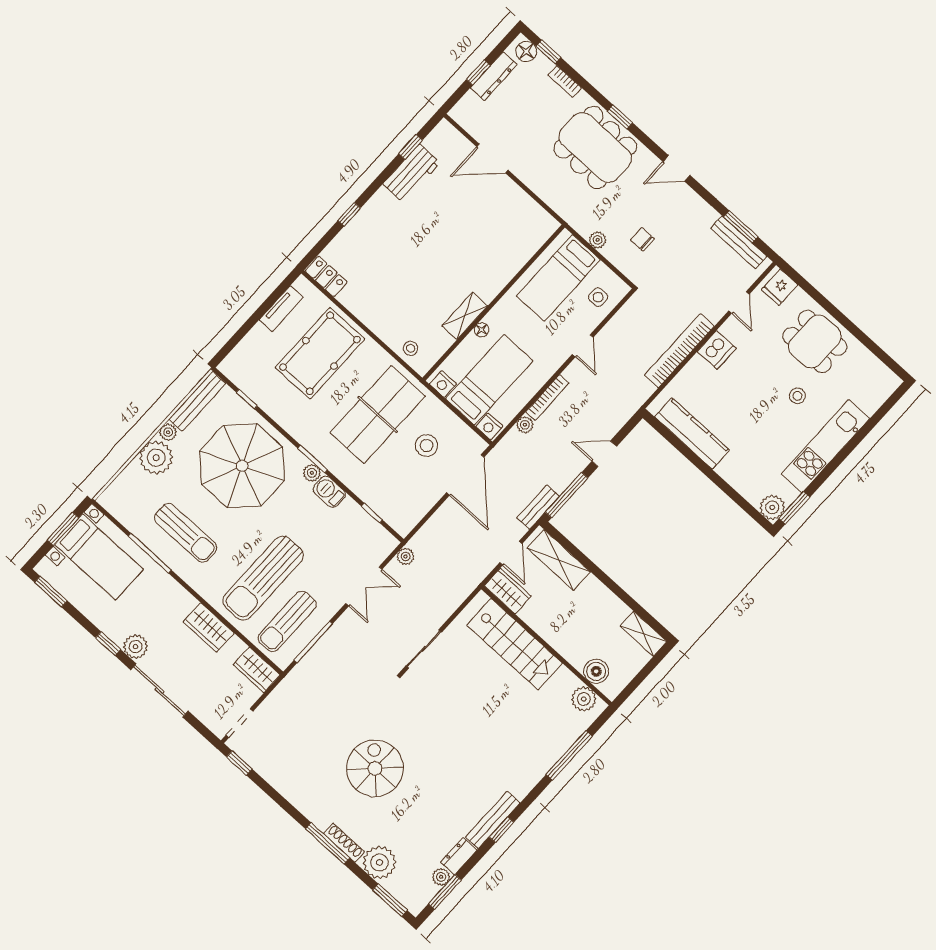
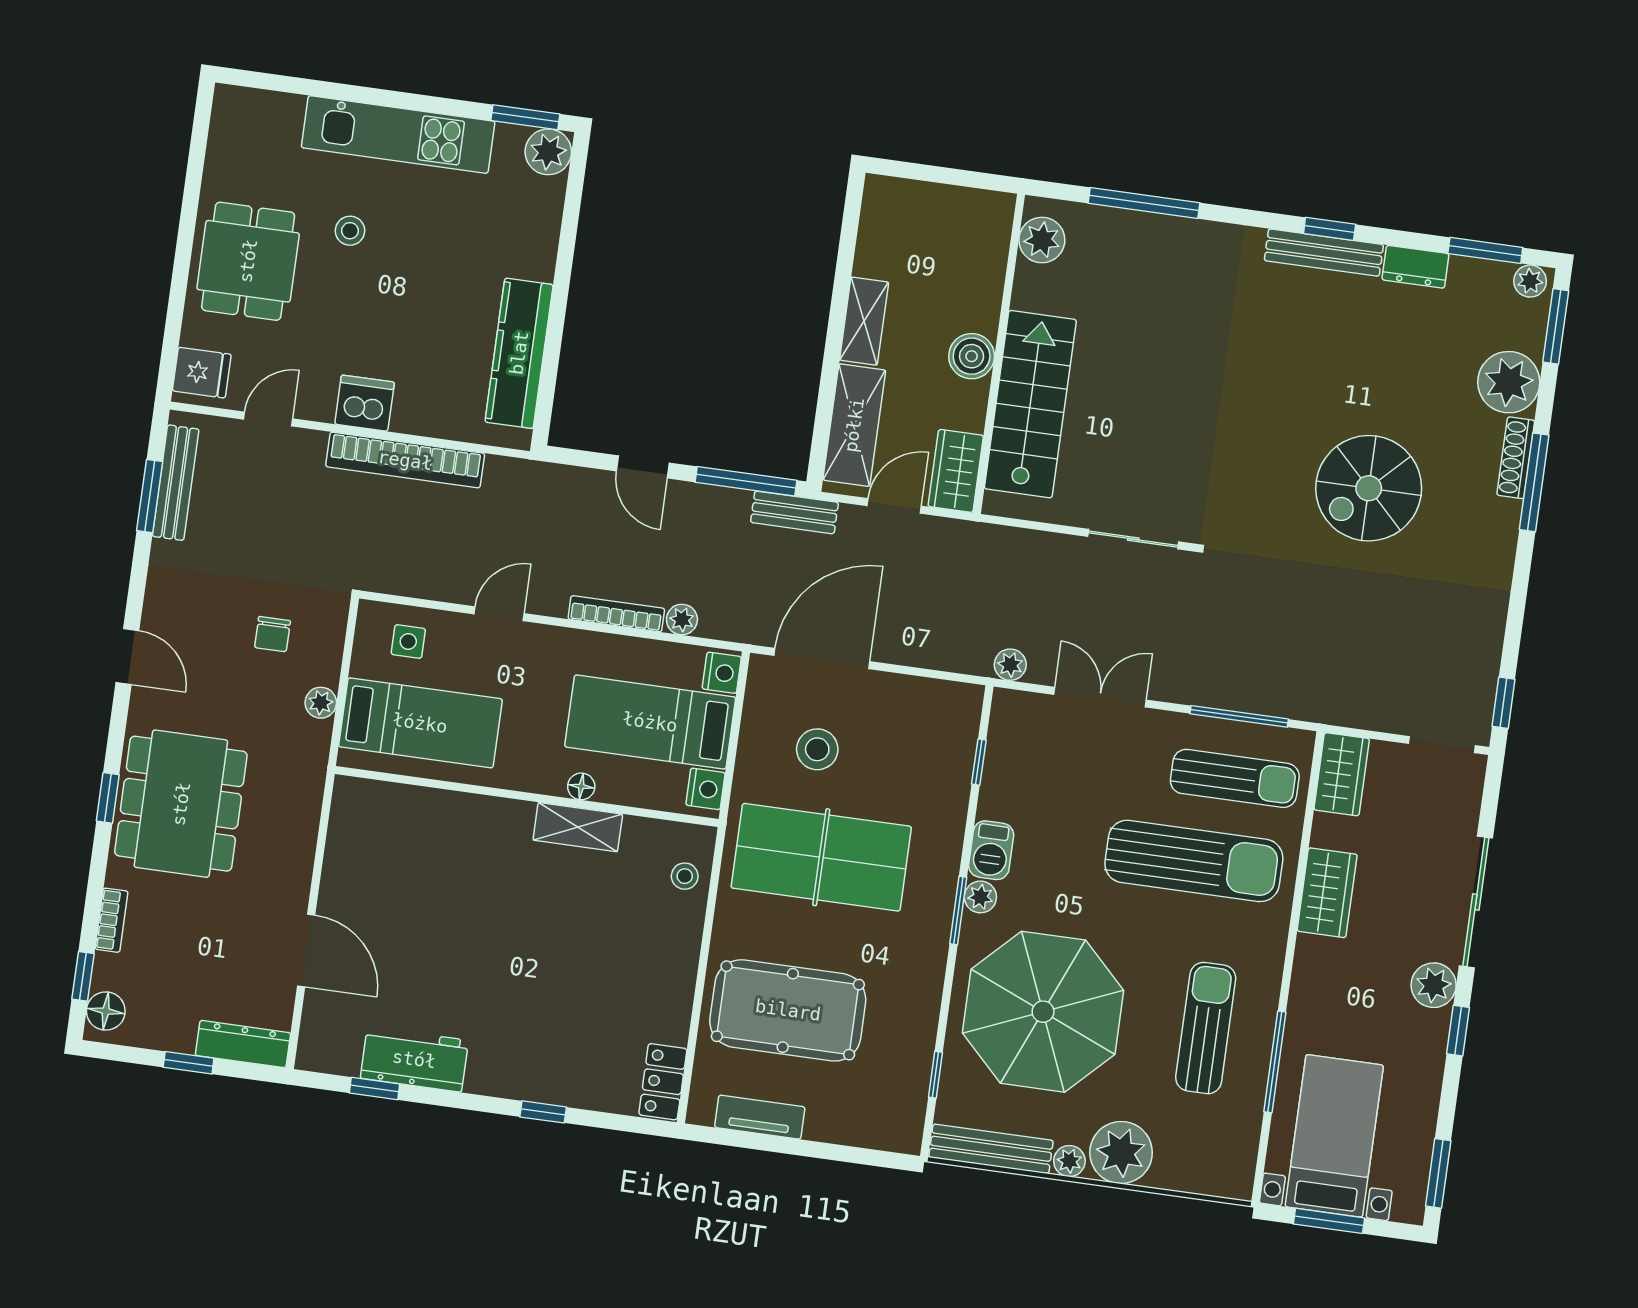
dresser: (494, 76) -> (243, 1044), moved
shelving: (643, 634) -> (864, 321), moved
boiler: (596, 671) -> (972, 356), moved
plant: (441, 877) -> (1530, 281), moved

